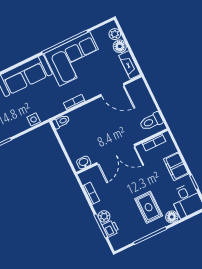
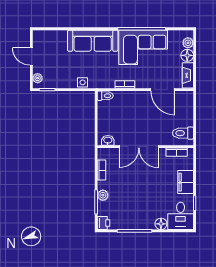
rug: (149, 207) -> (145, 206), removed
printer: (111, 229) -> (103, 223), moved

